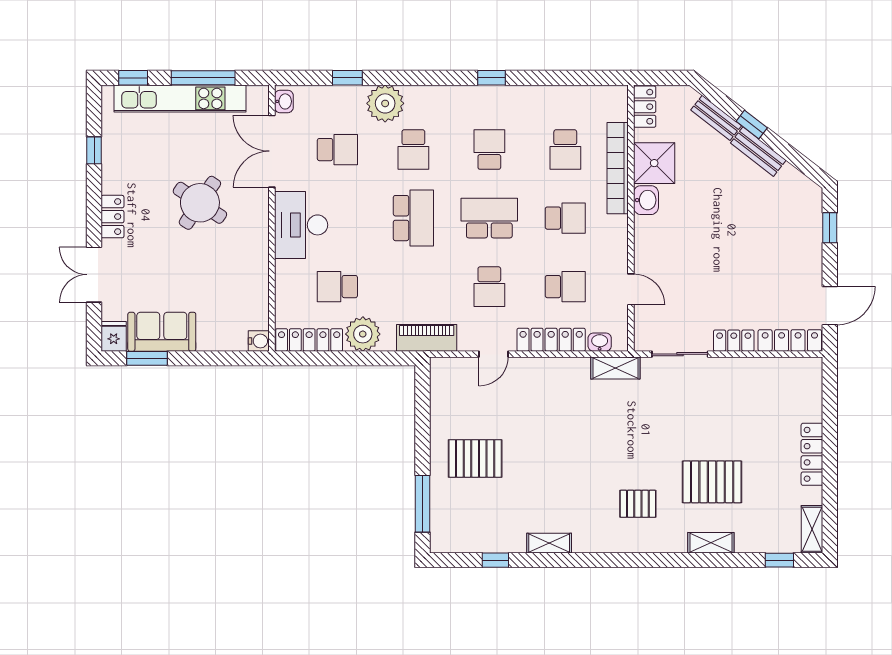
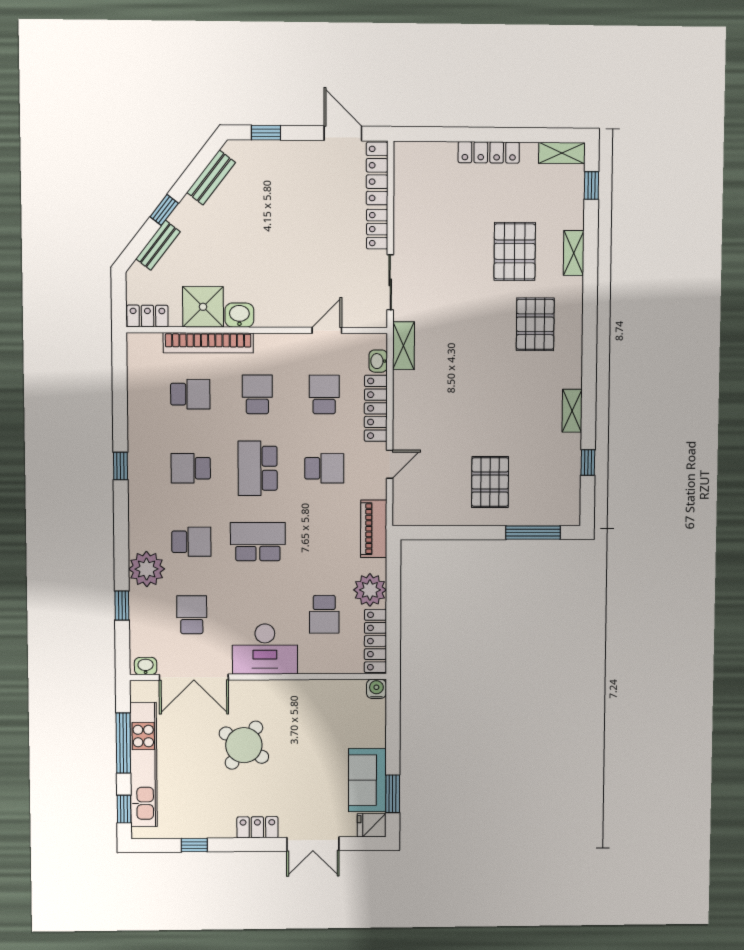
bench: (758, 152) -> (211, 177), moved
door: (494, 354) -> (390, 464), hinge flipped
pallet: (638, 504) -> (535, 324), width x1.50, depth x1.42

